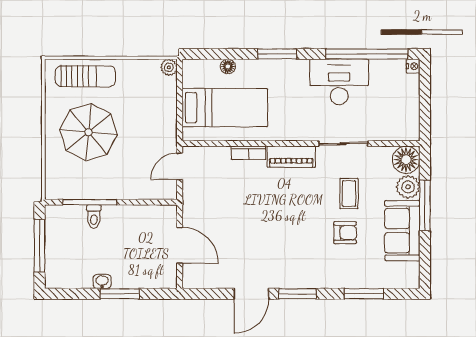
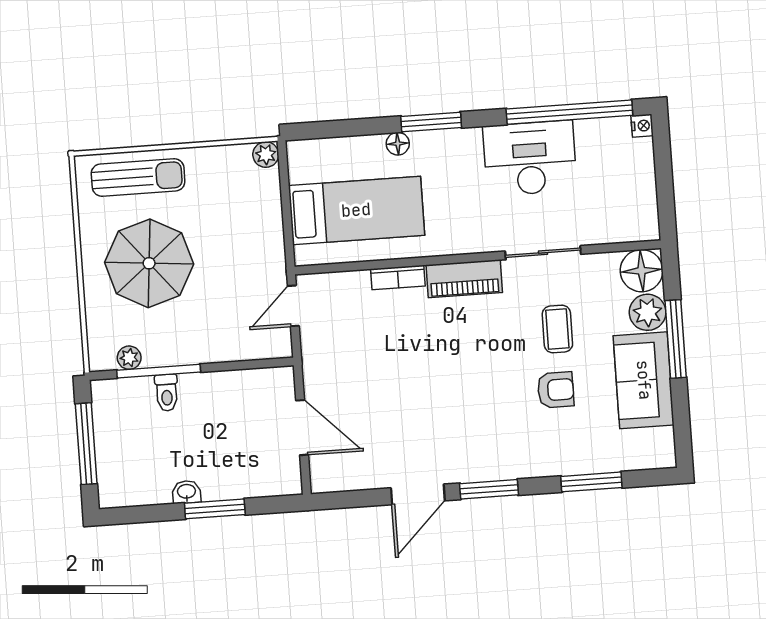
floor lamp: (228, 66) -> (398, 144), moved
plant: (71, 192) -> (129, 358), added

